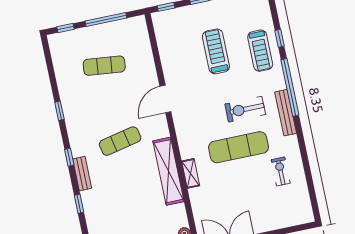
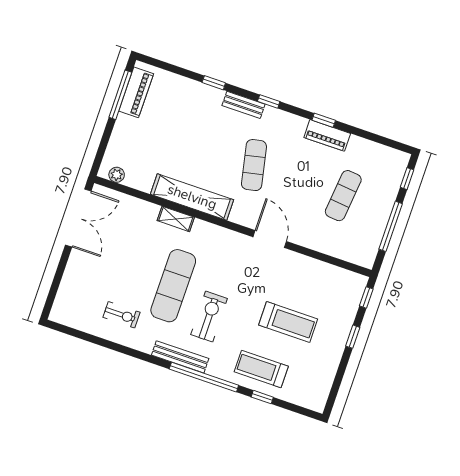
piano: (69, 102) -> (327, 135), added

